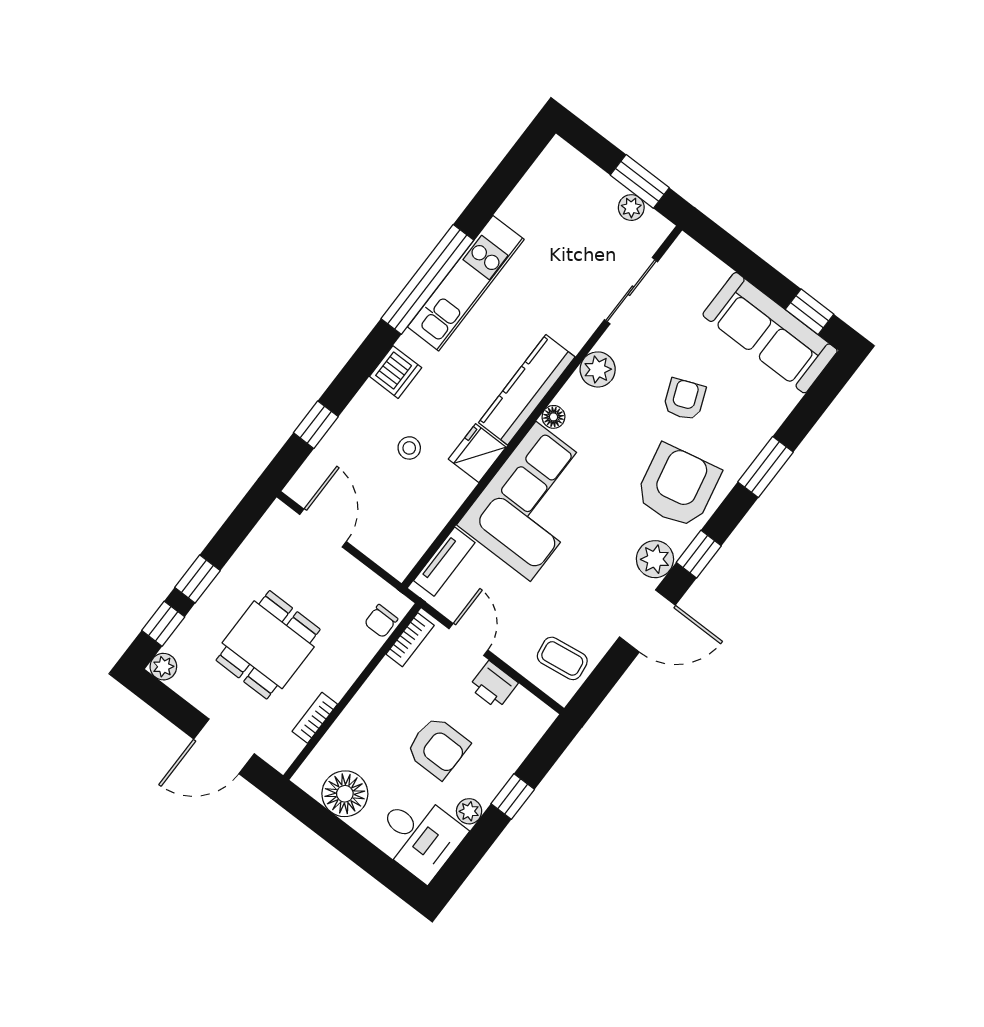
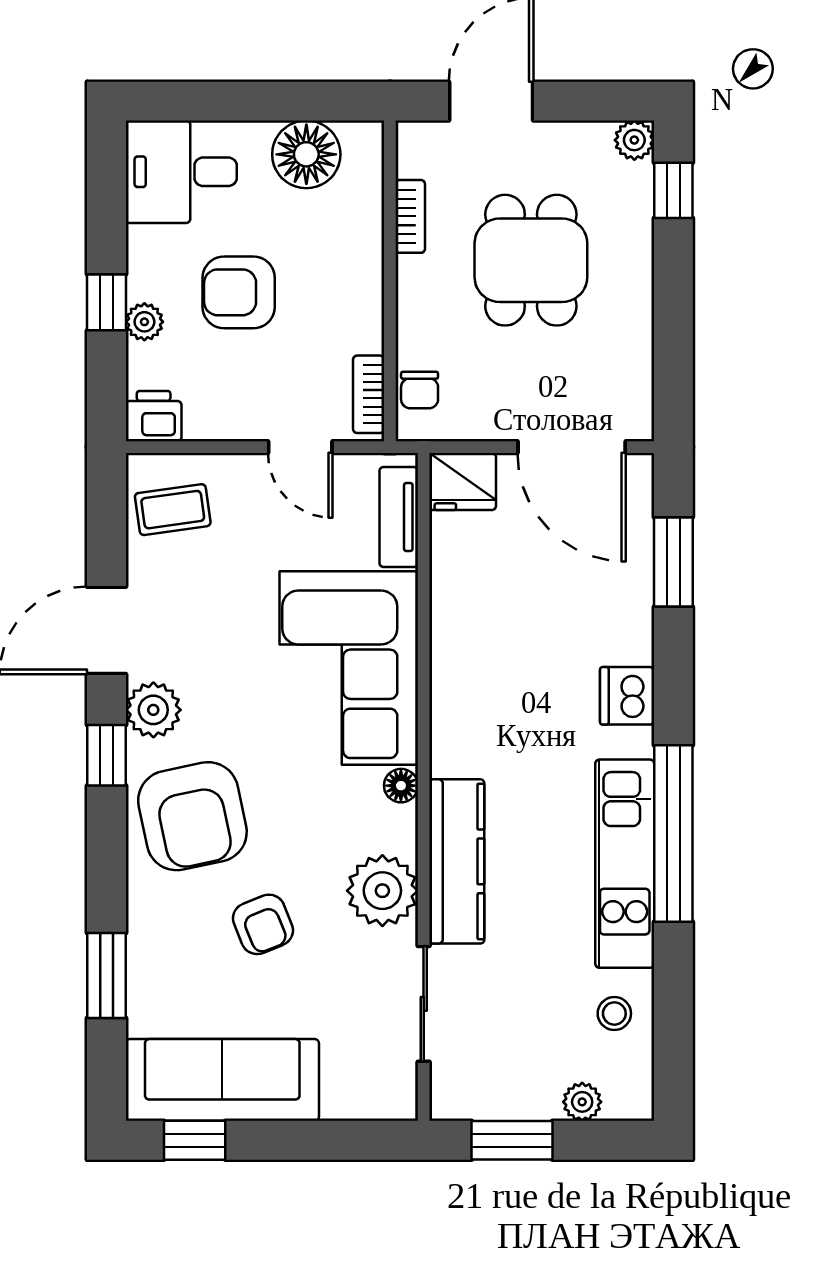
plant: (631, 208) -> (582, 1102), moved
plant: (598, 369) -> (382, 891), width x1.36, depth x1.36
kitchen counter: (527, 390) -> (457, 861), moved
window: (316, 425) -> (673, 562), width x1.50
stool: (409, 448) -> (614, 1014), moved
fridge: (477, 453) -> (463, 482), moved, turned 90
window: (765, 467) -> (106, 975), moved
door: (323, 528) -> (572, 447), width x1.36
window: (197, 579) -> (673, 274), removed
chair: (381, 621) -> (420, 390), turned 180
printer: (493, 685) -> (154, 416), moved
plant: (469, 811) -> (144, 322), moved

